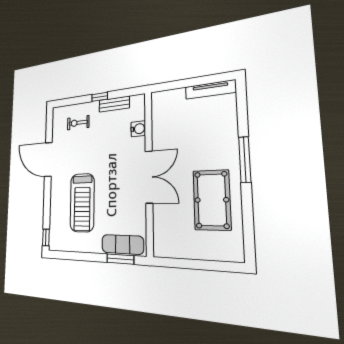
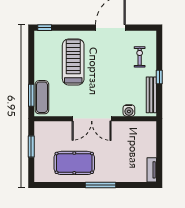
tv unit: (210, 90) -> (152, 170), width x0.71
bench: (114, 104) -> (151, 95), width x1.36
treadmill: (82, 203) -> (73, 62), turned 90
window: (189, 264) -> (31, 146), added

